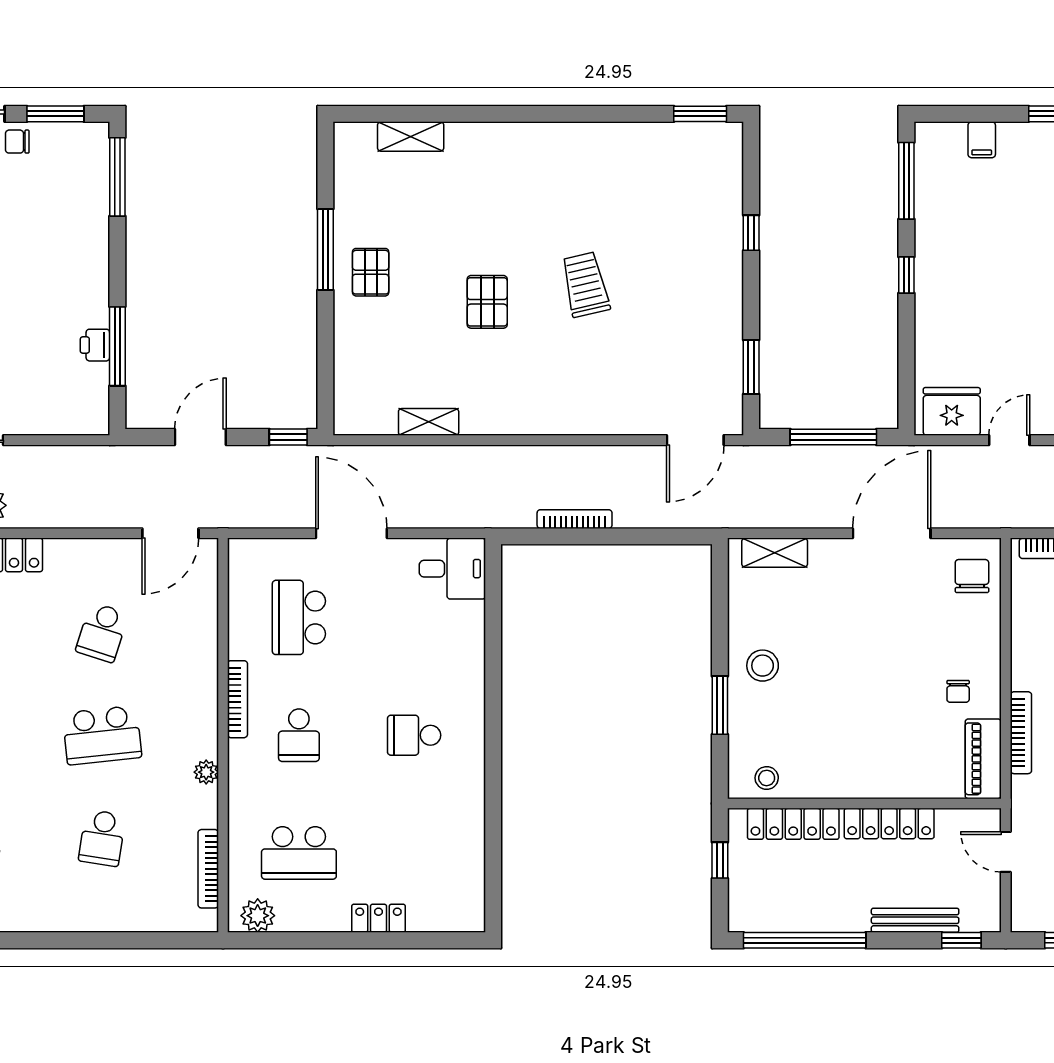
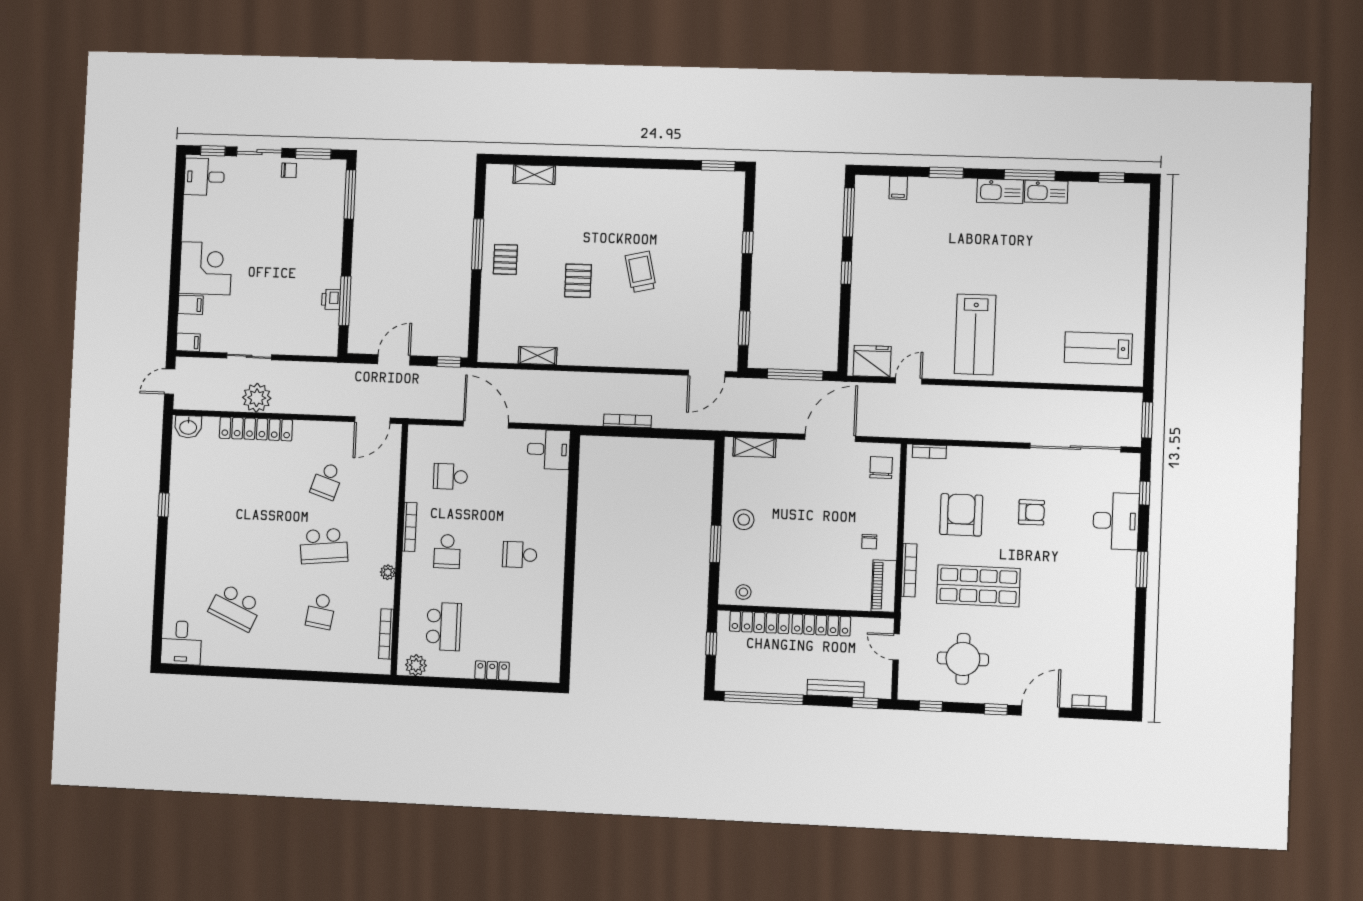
chair: (17, 142) -> (289, 170), turned 180
school desk: (299, 617) -> (450, 477), width x0.54
school desk: (299, 853) -> (444, 626), turned -90

